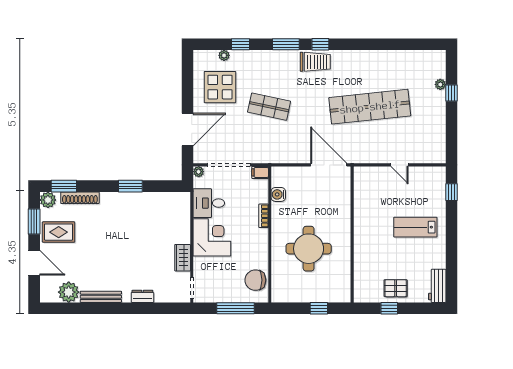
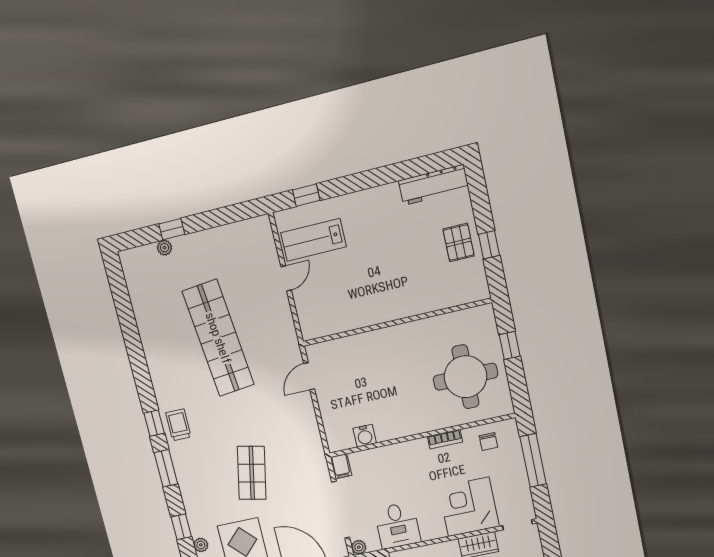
trolley: (315, 62) -> (178, 425), width x0.73, depth x0.72
door: (329, 165) -> (309, 376), width x0.53
bookcase: (264, 216) -> (445, 439), moved
lab bench: (415, 227) -> (313, 240), moved, turned 90
corner desk: (212, 237) -> (469, 507), moved
round table: (309, 249) -> (465, 377), moved
chair: (255, 280) -> (488, 442), width x0.54, depth x0.54
workbench: (437, 286) -> (434, 185), width x1.38

